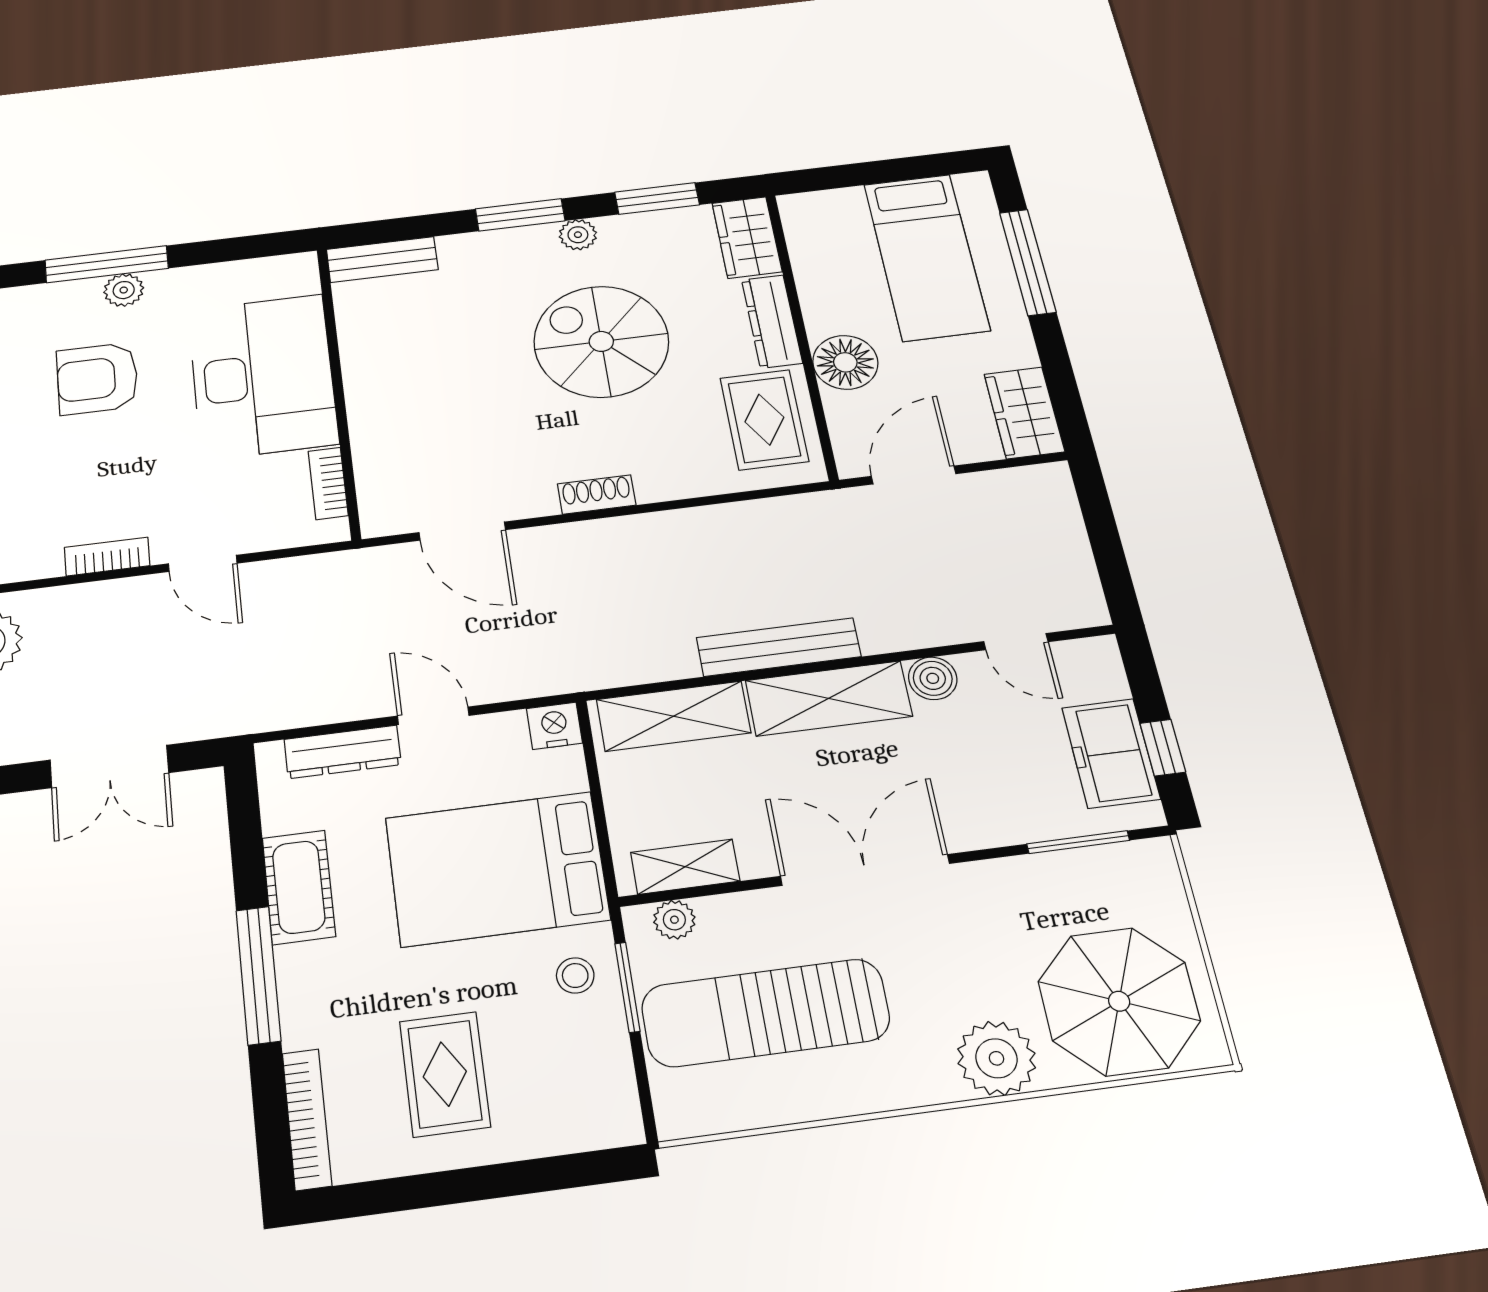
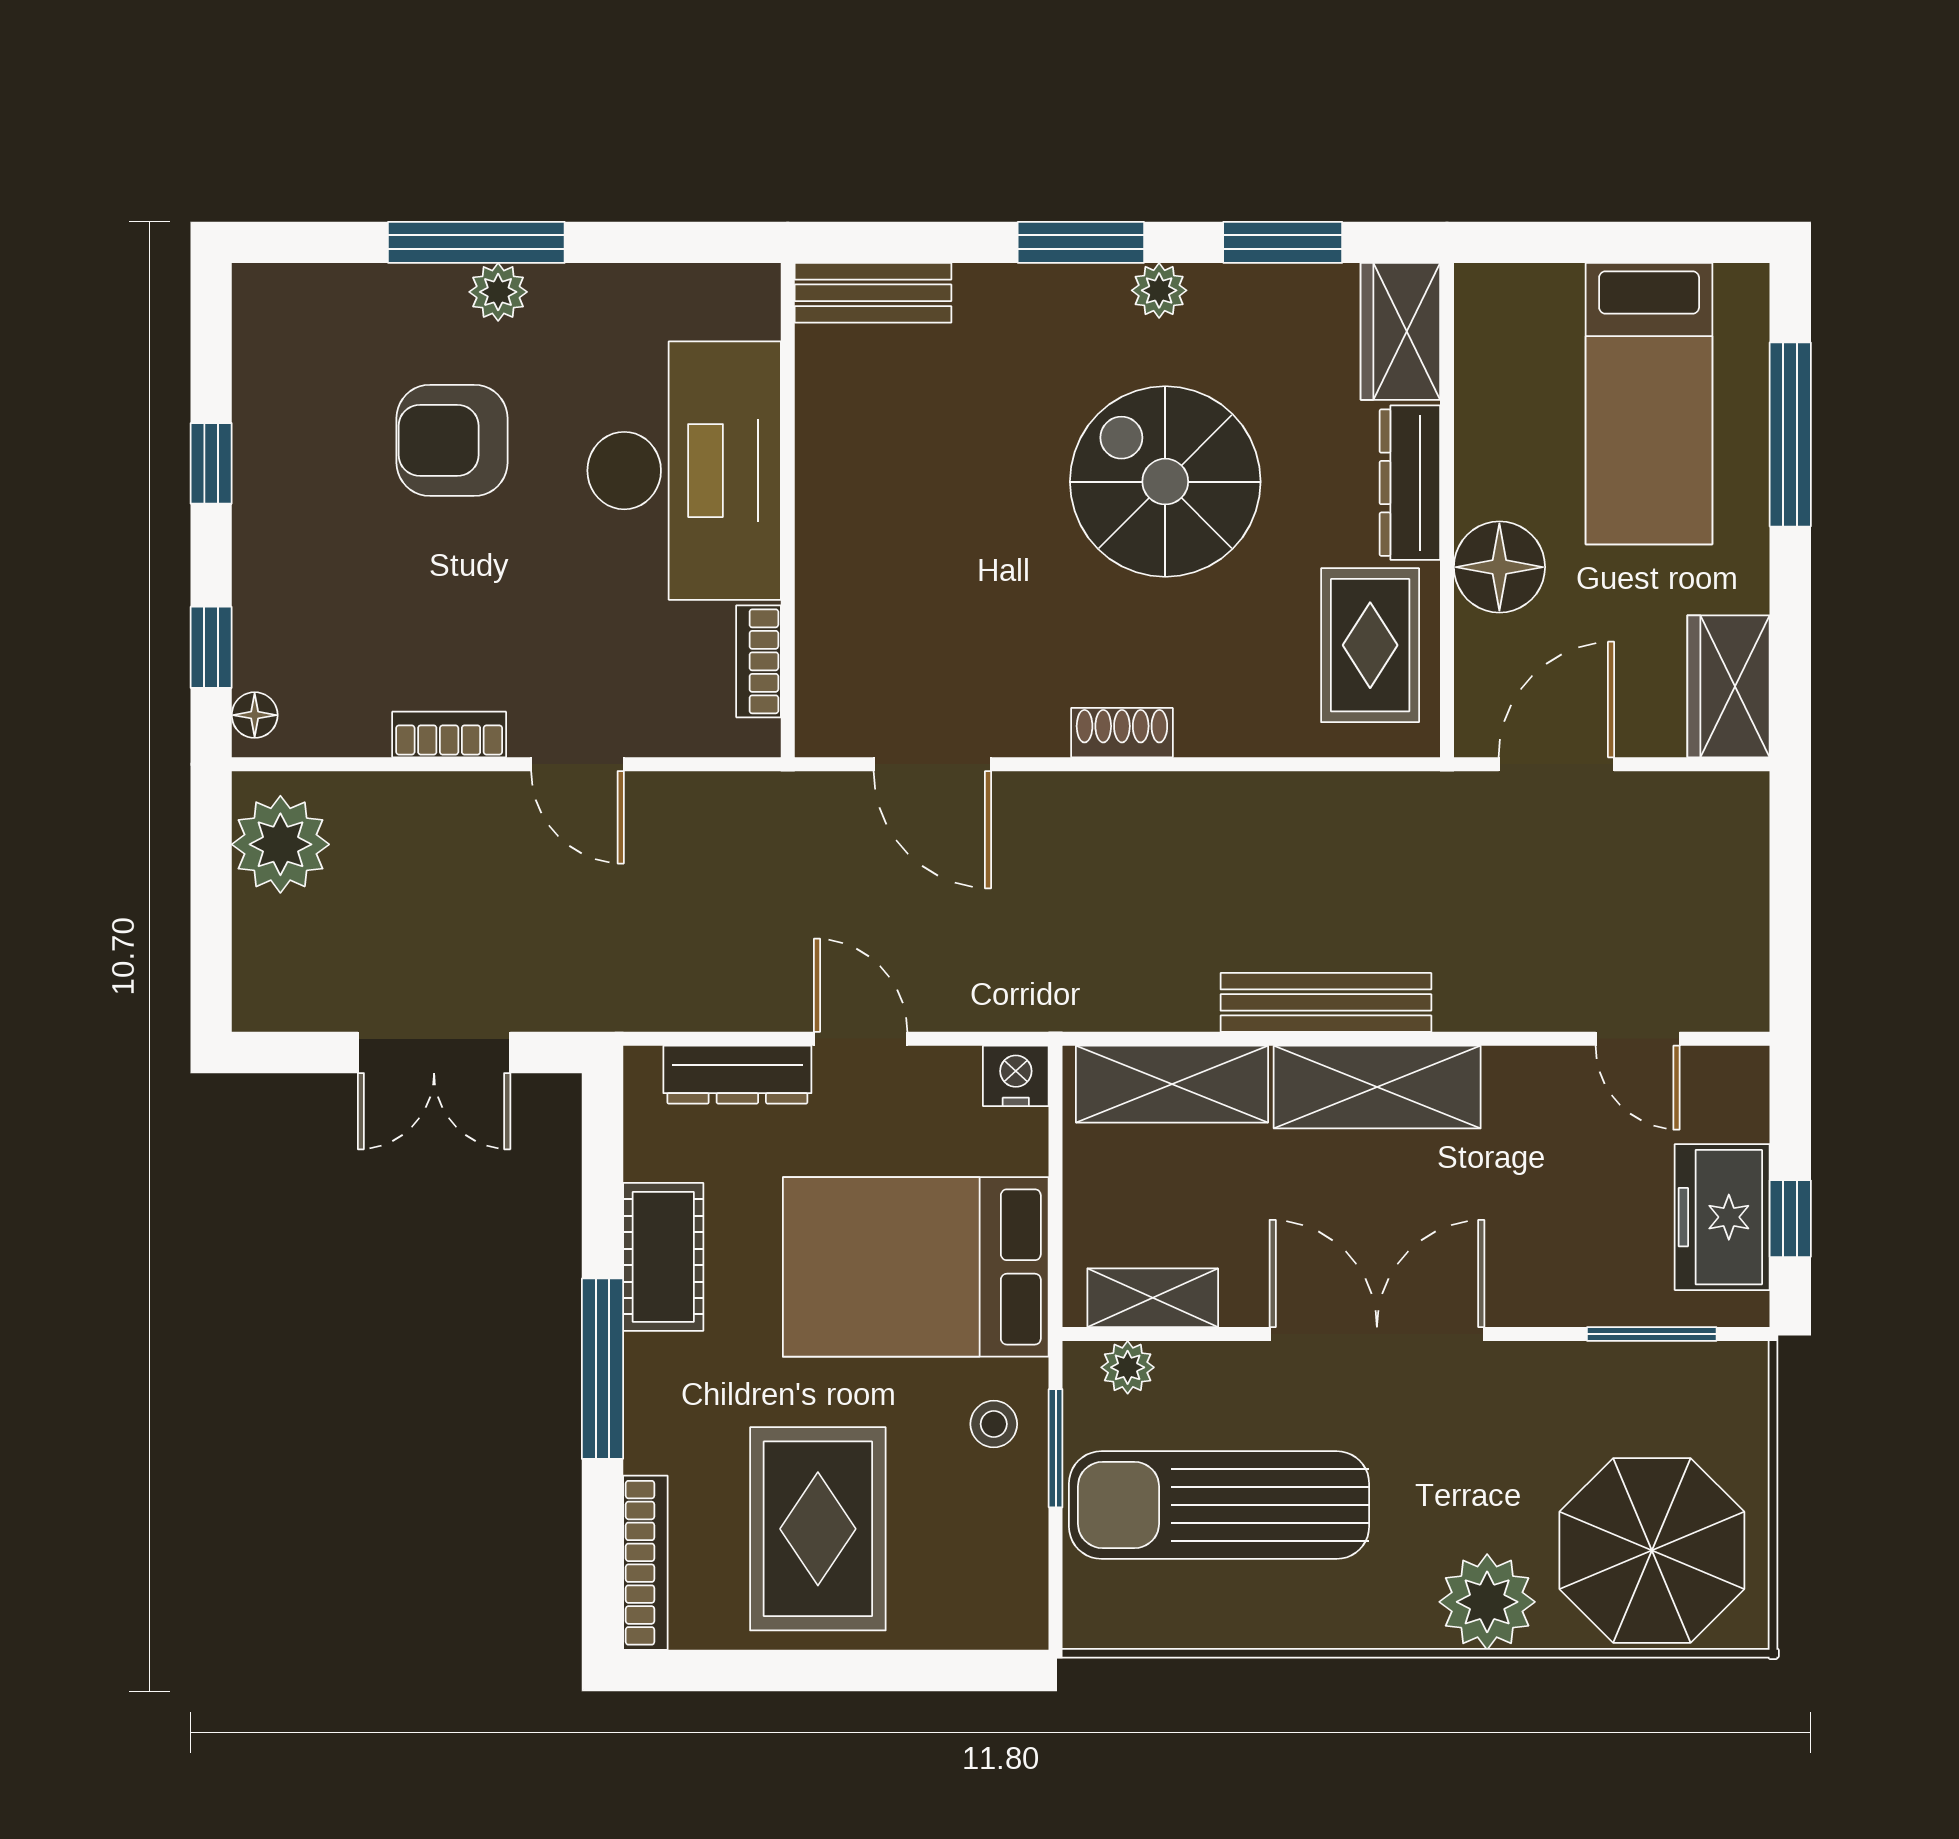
boiler: (933, 678) -> (1518, 1077), removed
rug: (445, 1074) -> (818, 1529), width x1.36, depth x1.43

